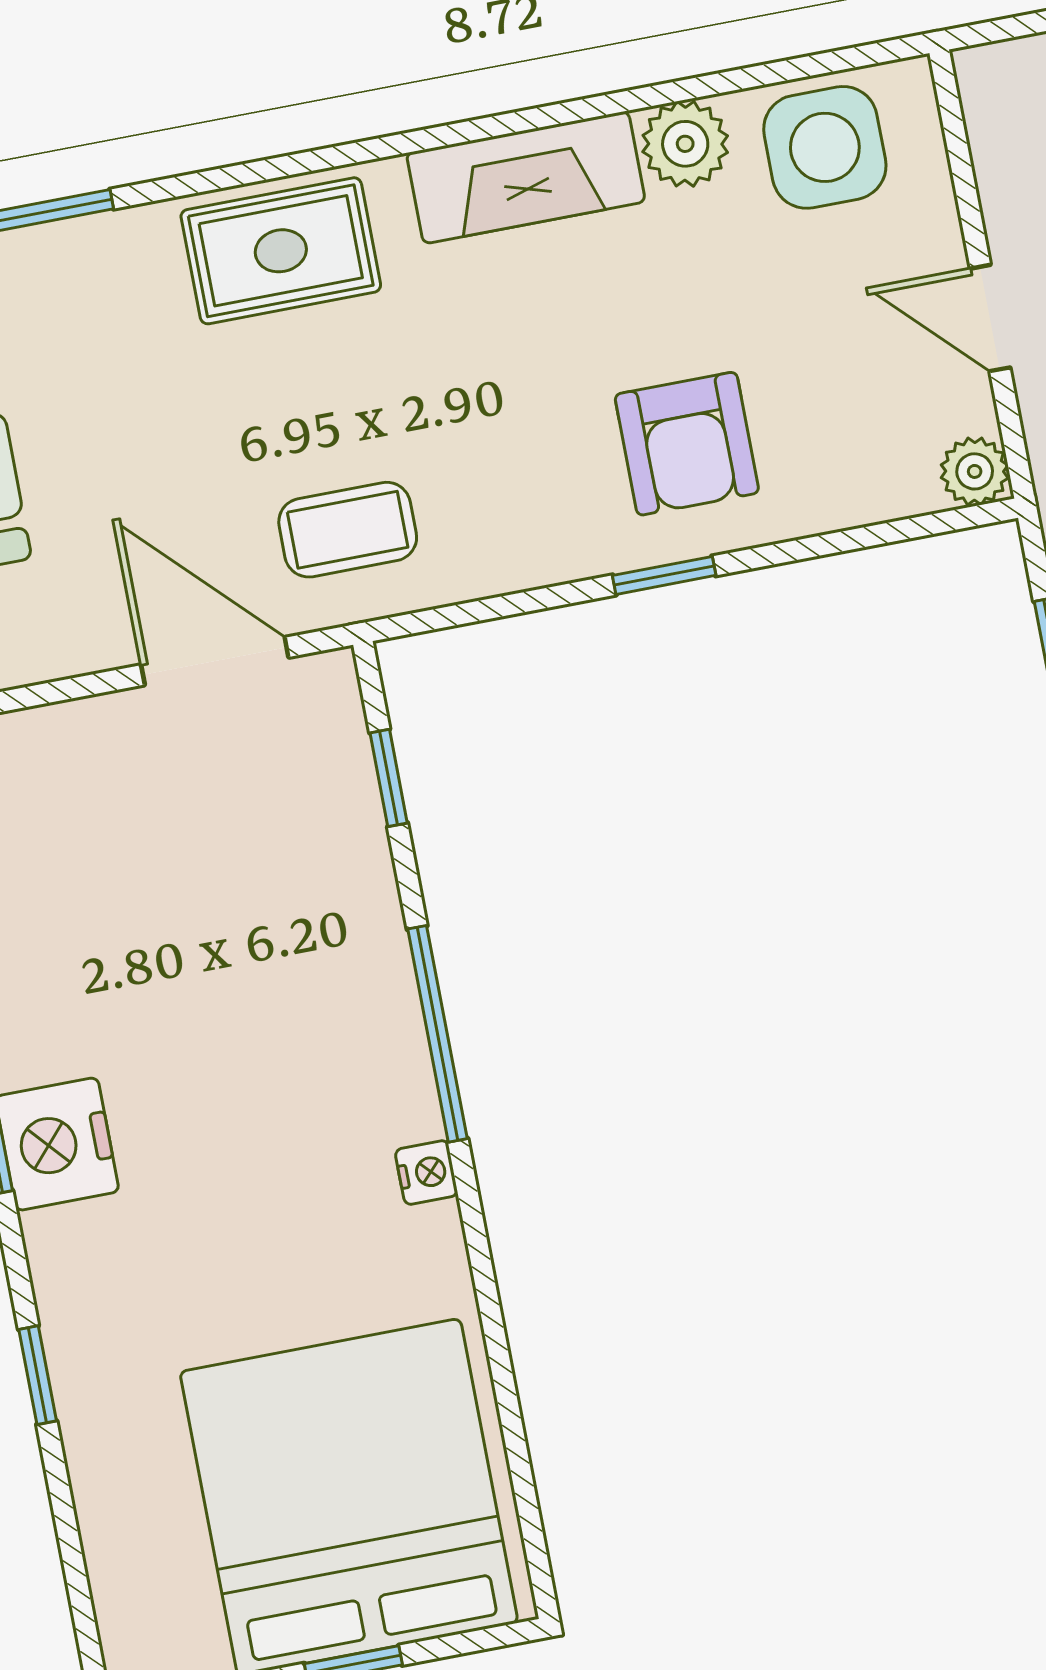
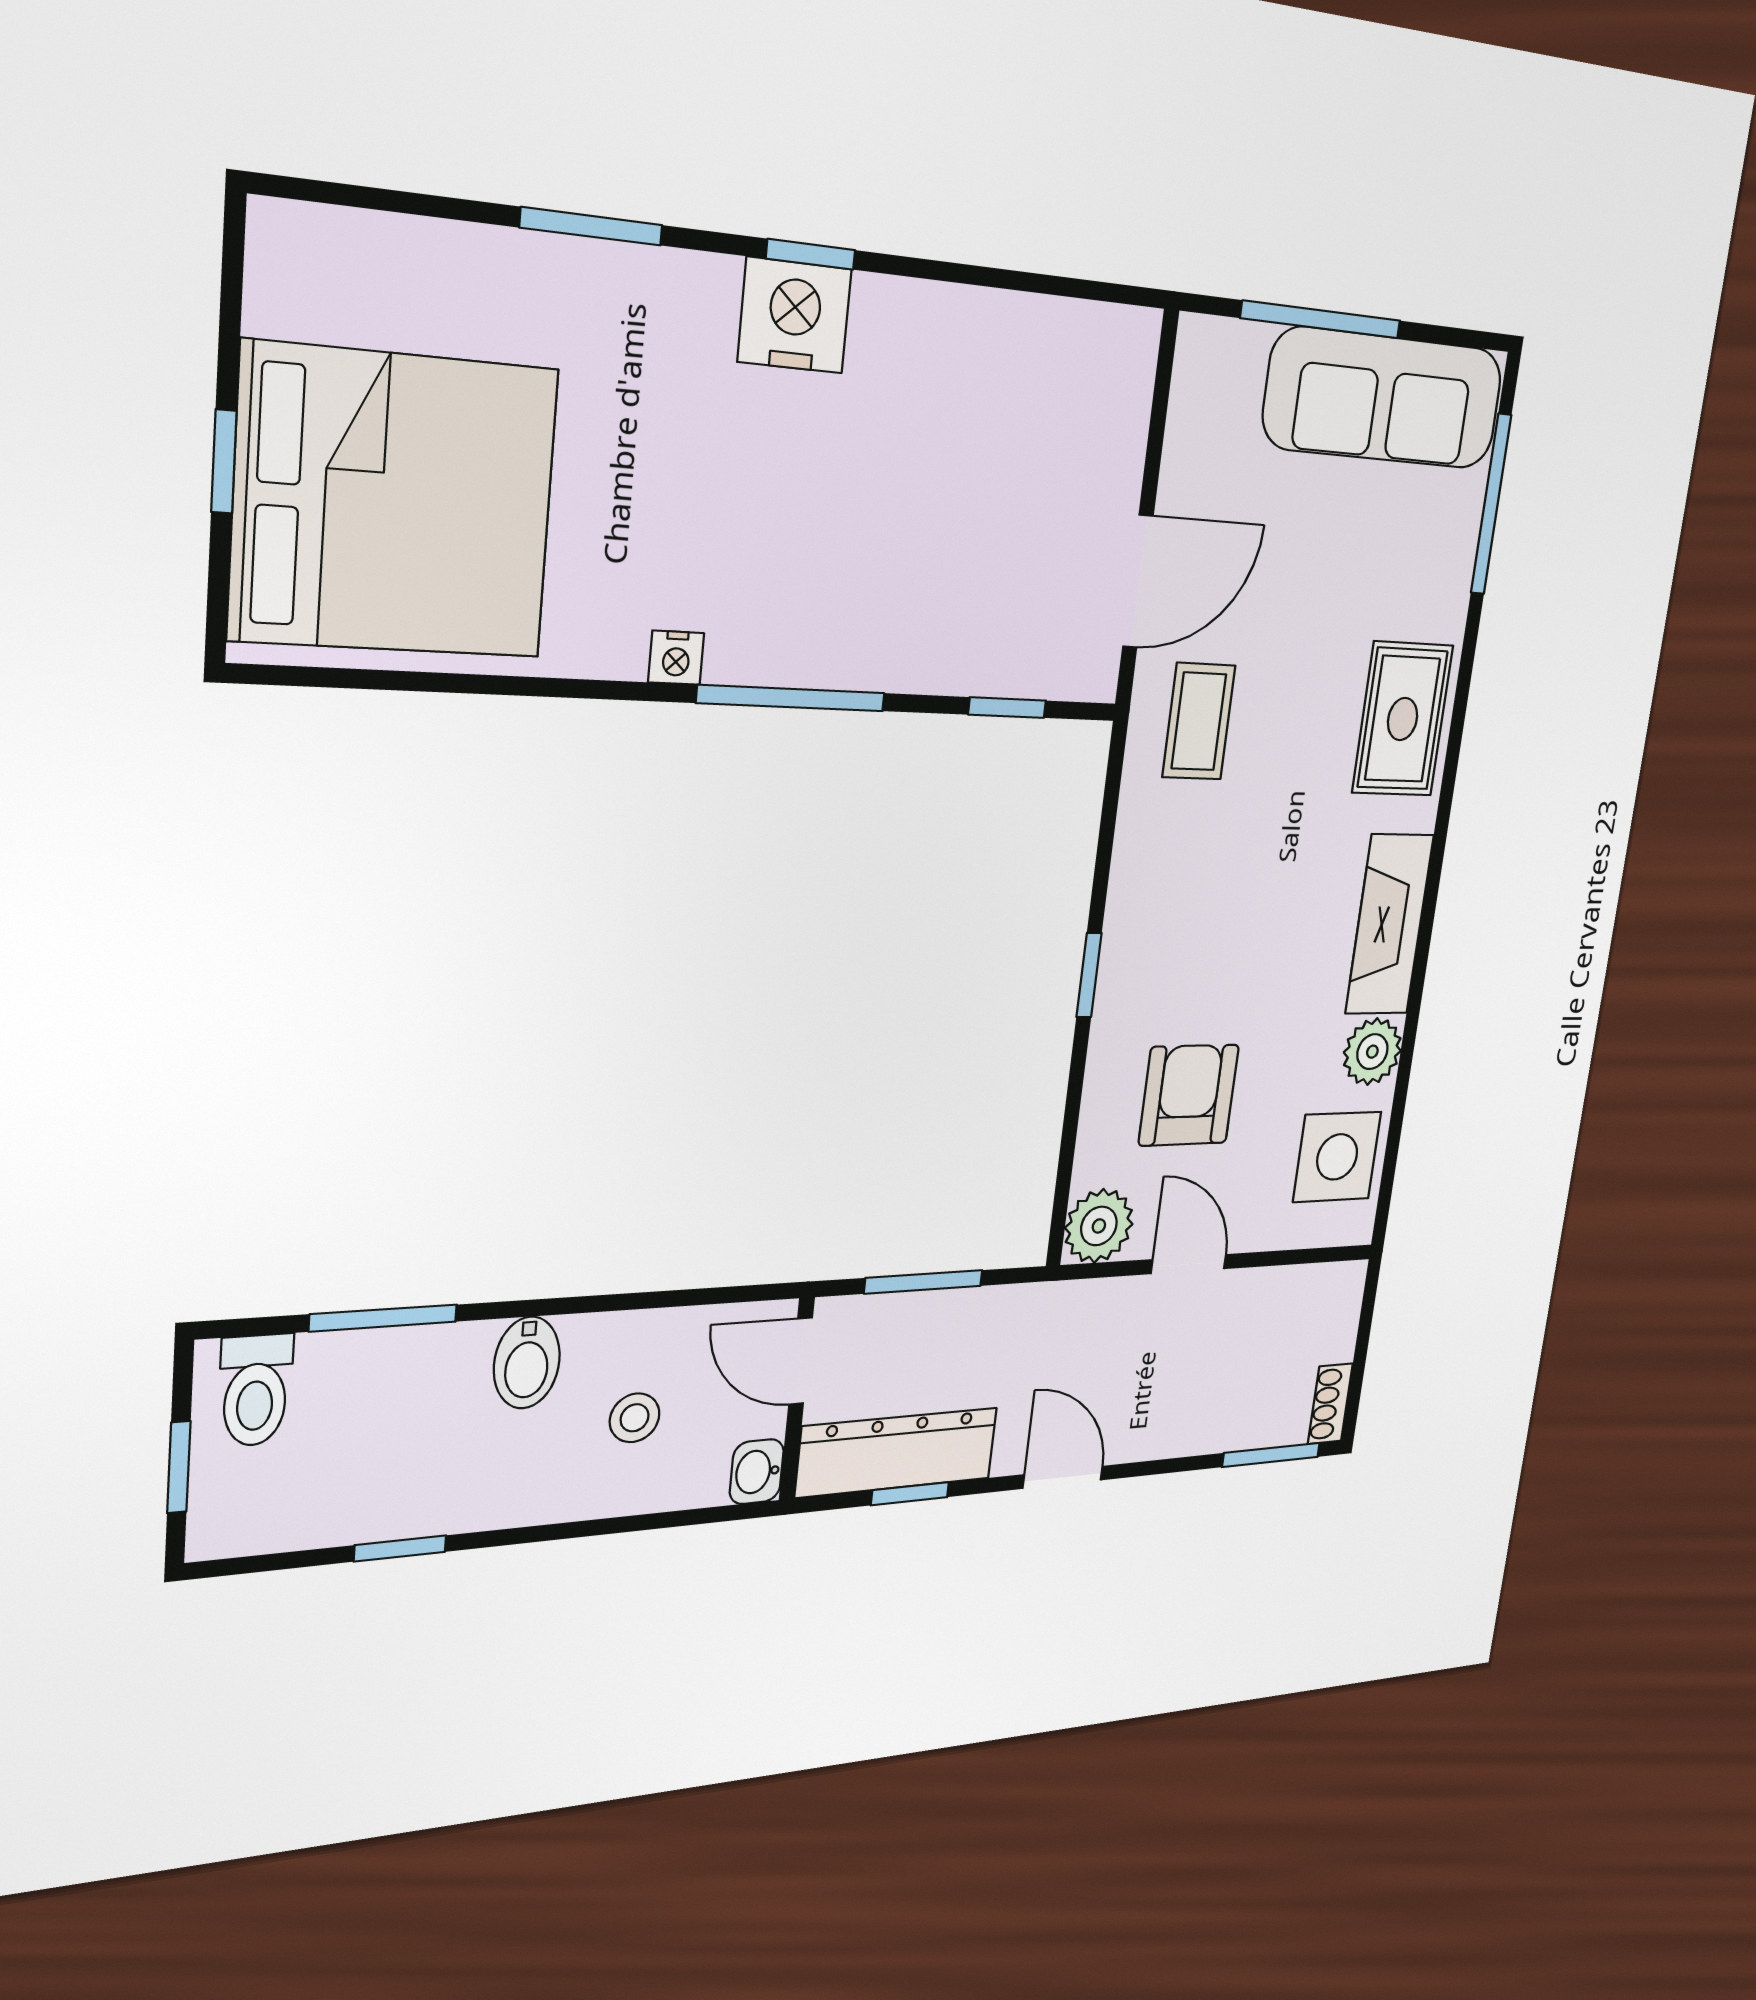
door: (990, 318) -> (1189, 1264), hinge flipped
armchair: (687, 444) -> (1189, 1095), moved, turned 90
plant: (975, 471) -> (1099, 1226), width x1.38, depth x1.38
window: (38, 1375) -> (591, 226), width x1.50

